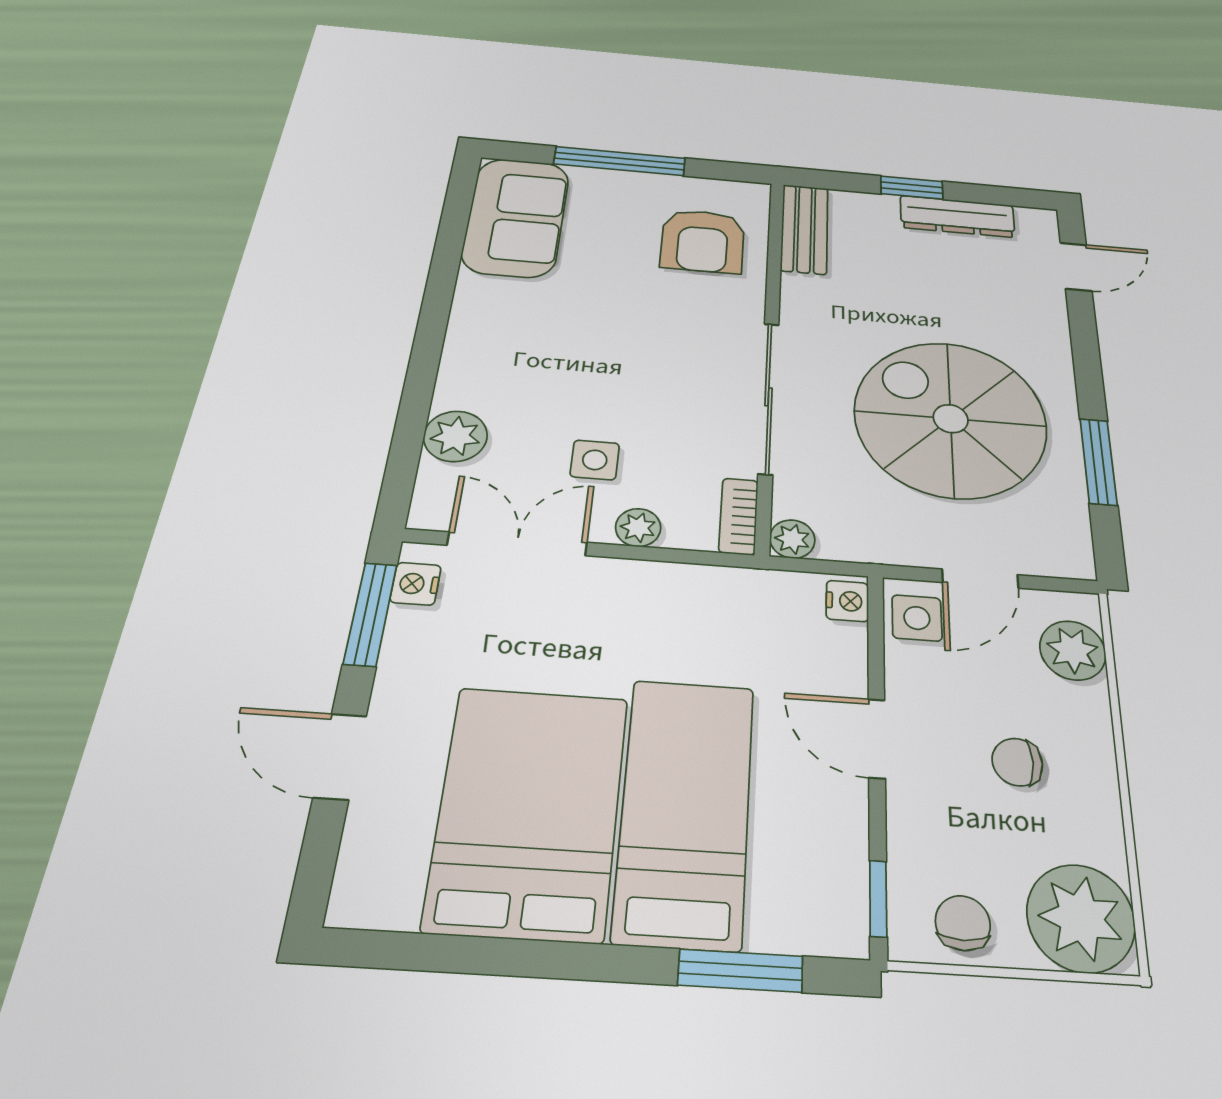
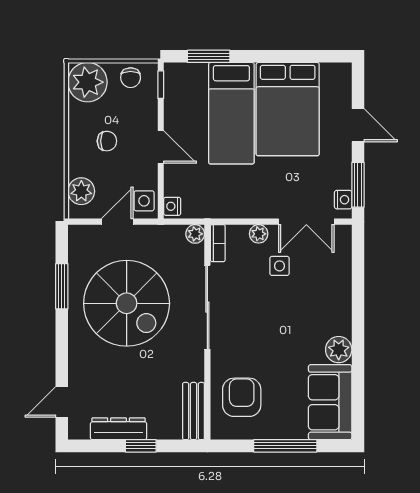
plant: (455, 436) -> (339, 350), moved

